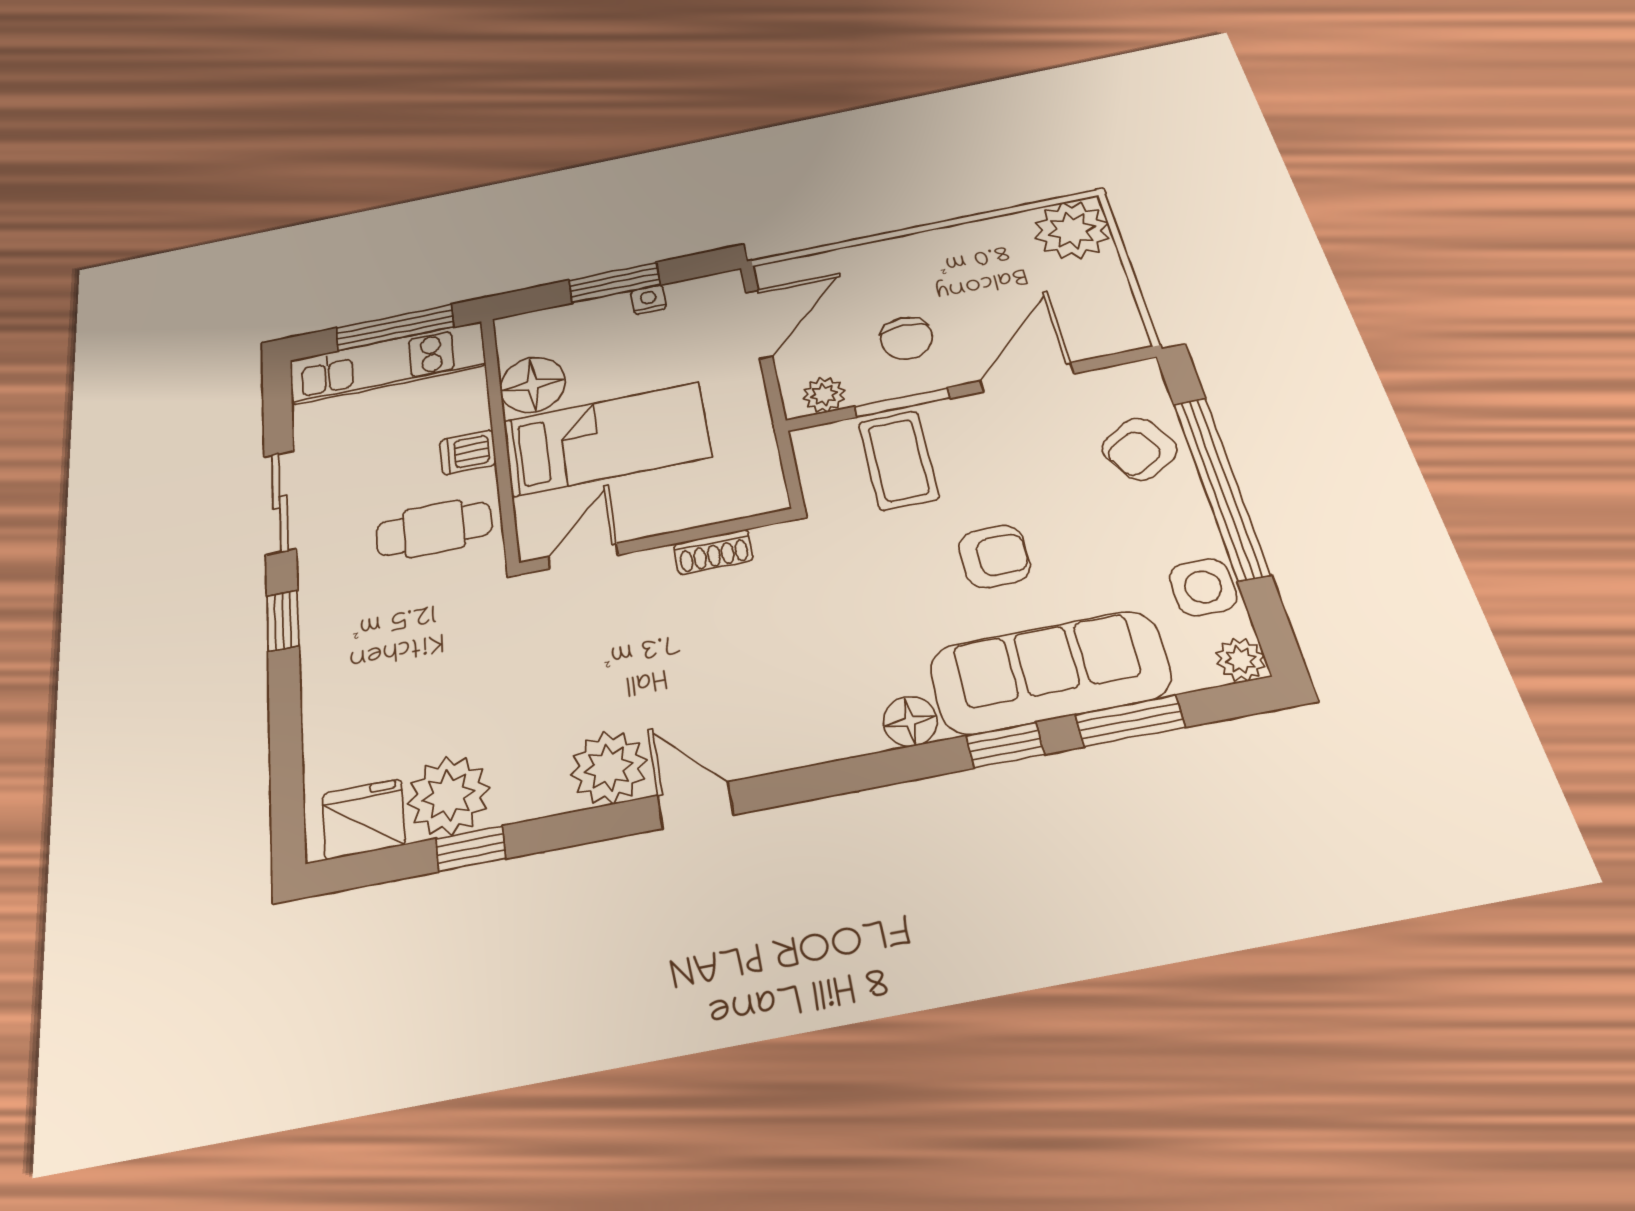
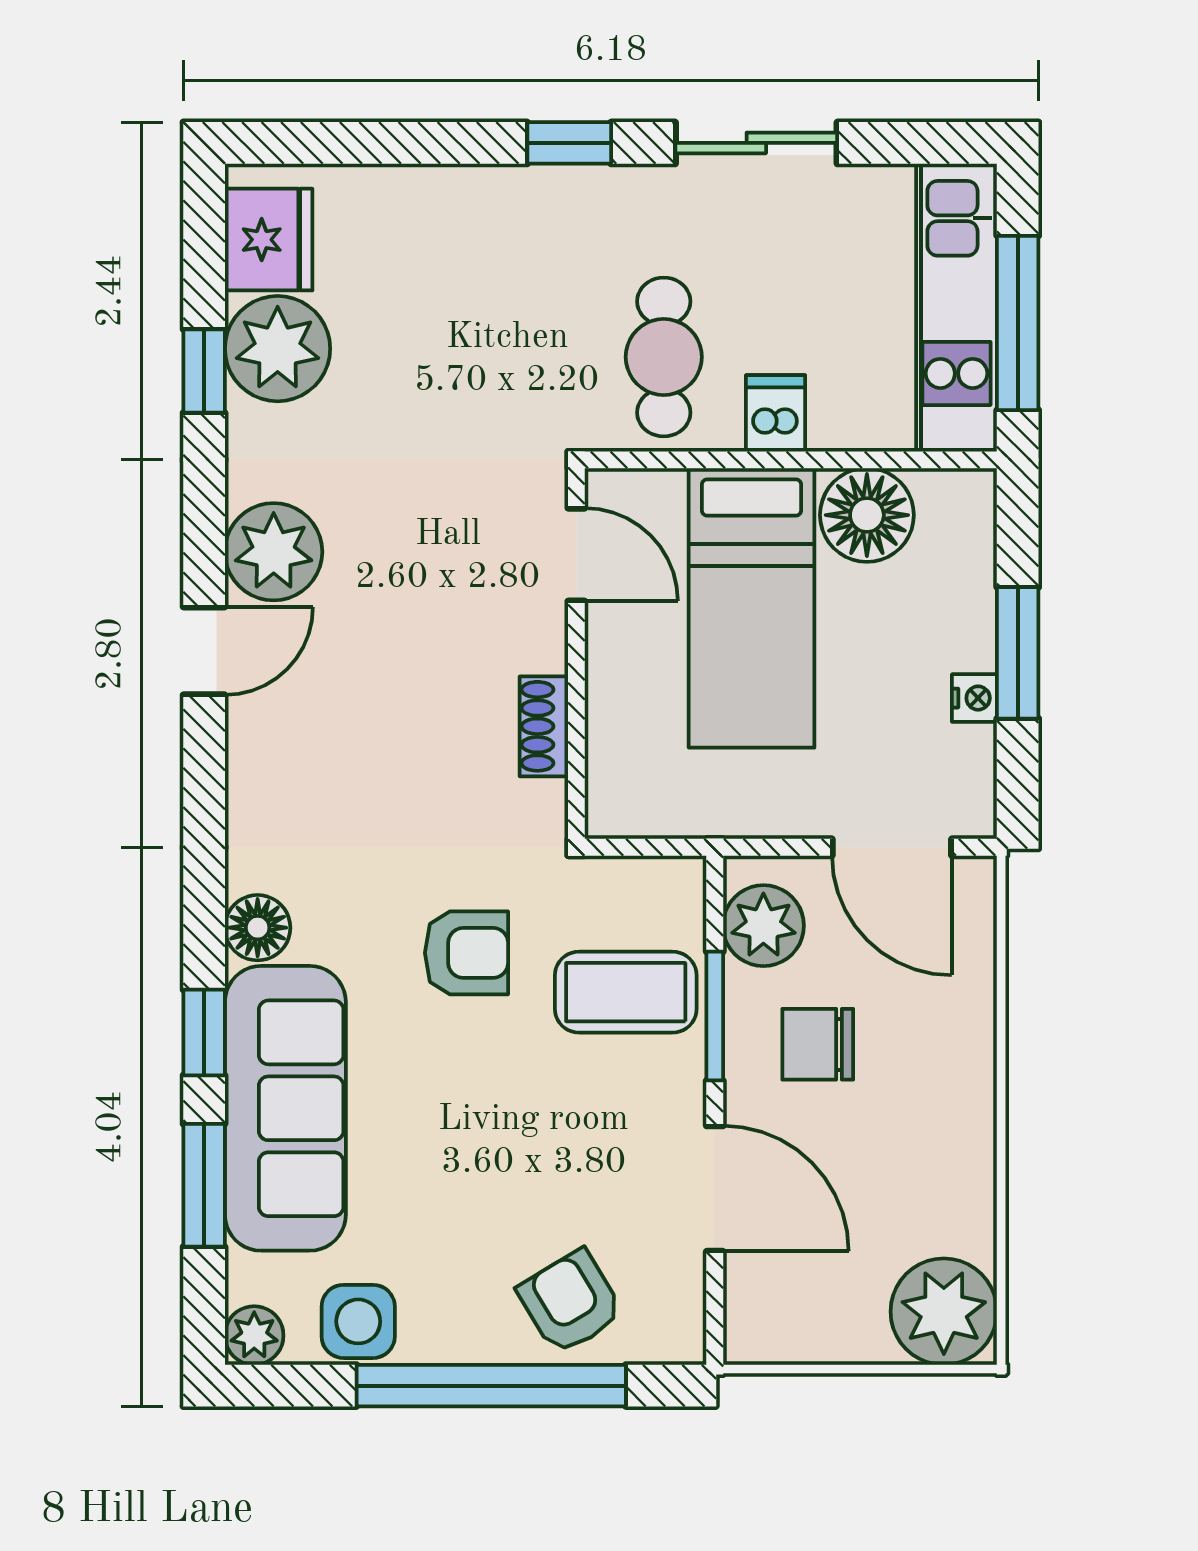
plant: (824, 395) -> (763, 926), width x1.38, depth x1.38
armchair: (994, 556) -> (467, 953), moved, turned -90

